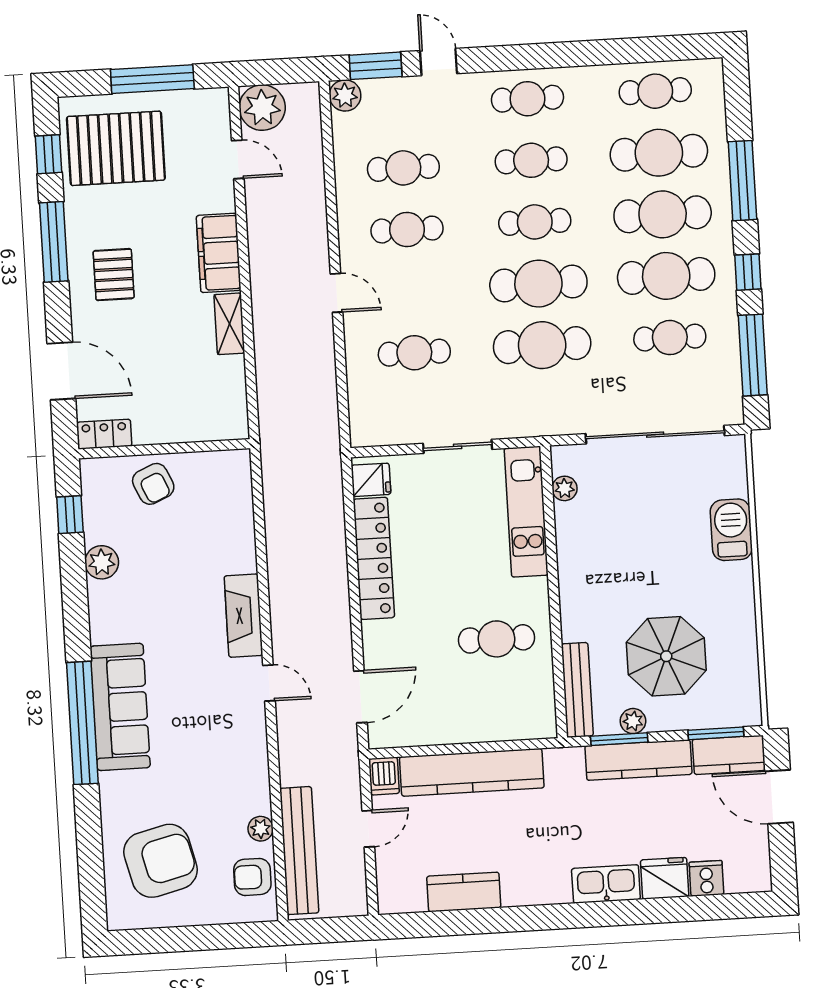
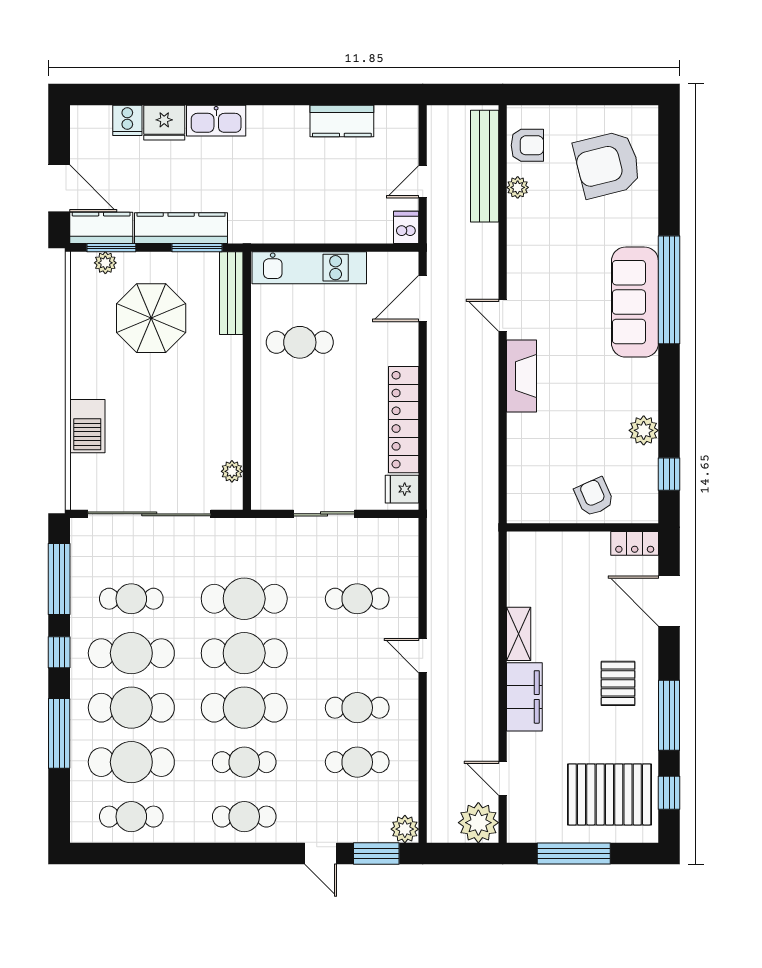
cafe table: (535, 222) -> (244, 708), width x1.37, depth x1.35
kitchen unit: (526, 512) -> (309, 268), moved, turned 90
plant: (633, 721) -> (105, 263), moved
kitchen counter: (472, 772) -> (329, 226), removed

